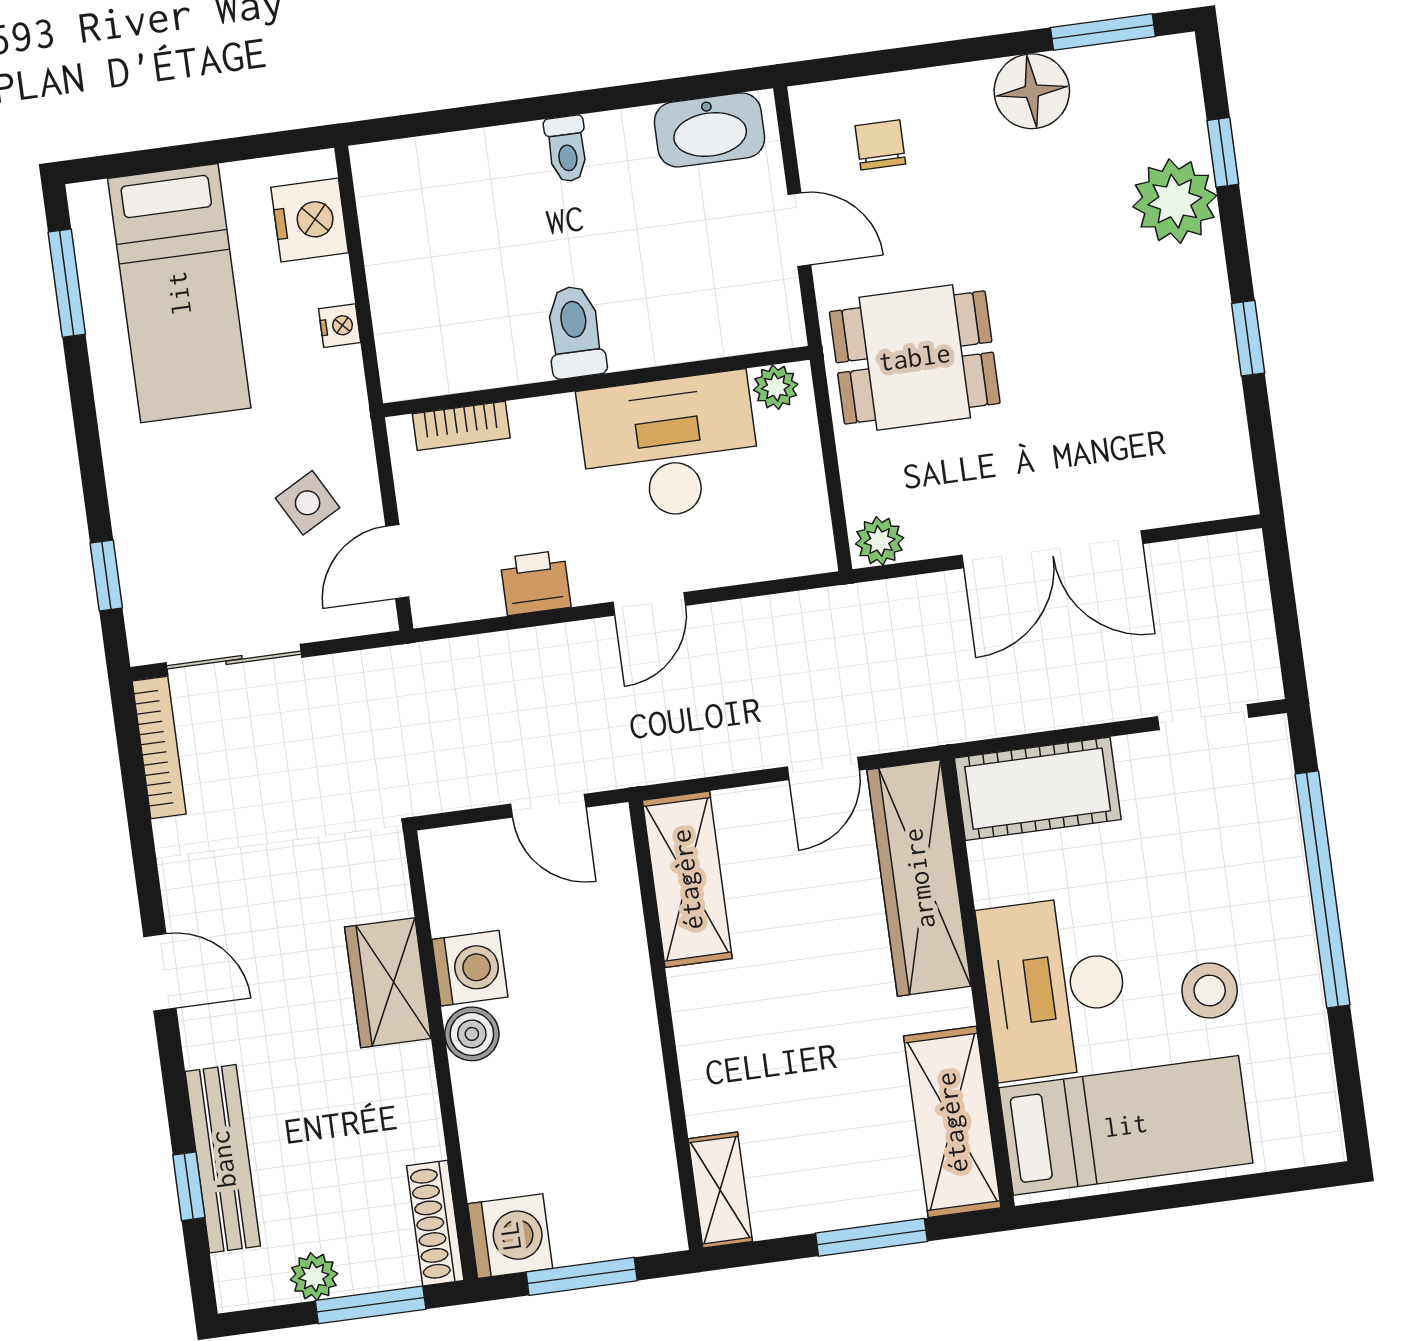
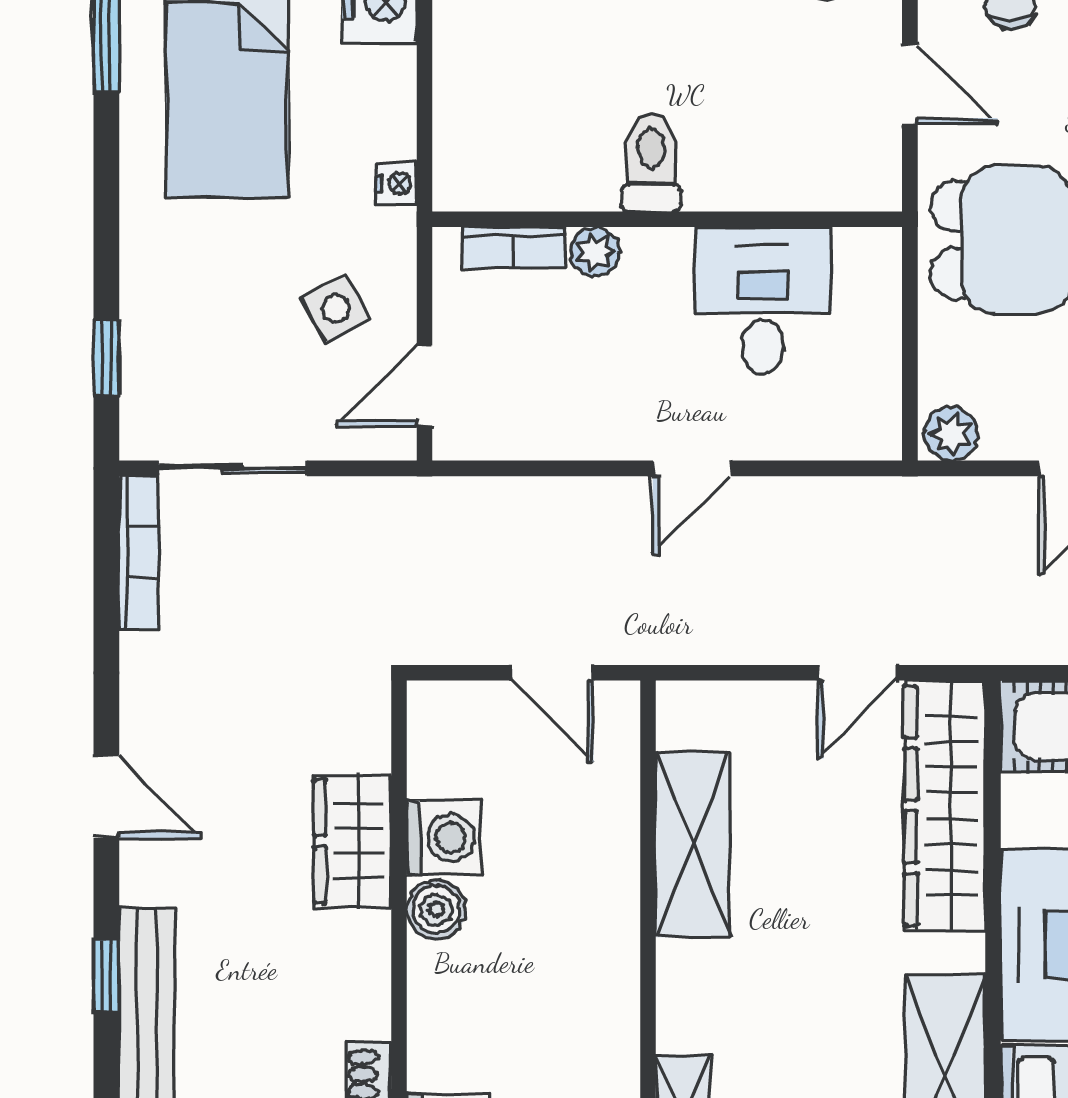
nightstand: (340, 326) -> (397, 184), moved
plant: (776, 387) -> (595, 252), moved
desk: (670, 447) -> (763, 301), width x0.73
printer: (536, 583) -> (572, 429), removed
shelving: (687, 879) -> (693, 845), moved
window: (189, 1186) -> (106, 976), moved

